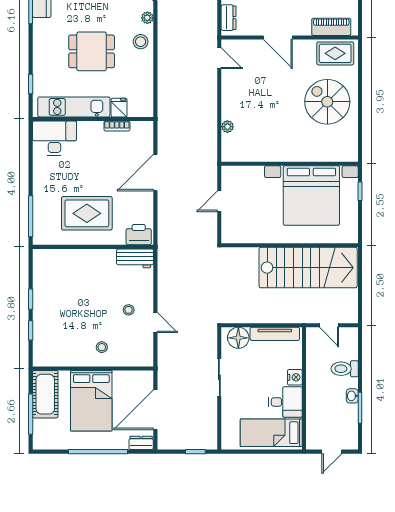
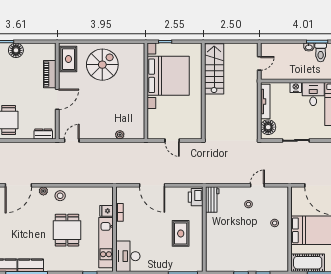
piano: (331, 27) -> (50, 74), moved
spiral stairs: (327, 102) -> (102, 65), turned 180
rug: (87, 213) -> (181, 233), width x0.73, depth x0.70
stairs: (308, 268) -> (214, 69), width x0.73, depth x0.66
toilet: (345, 369) -> (321, 52), moved

